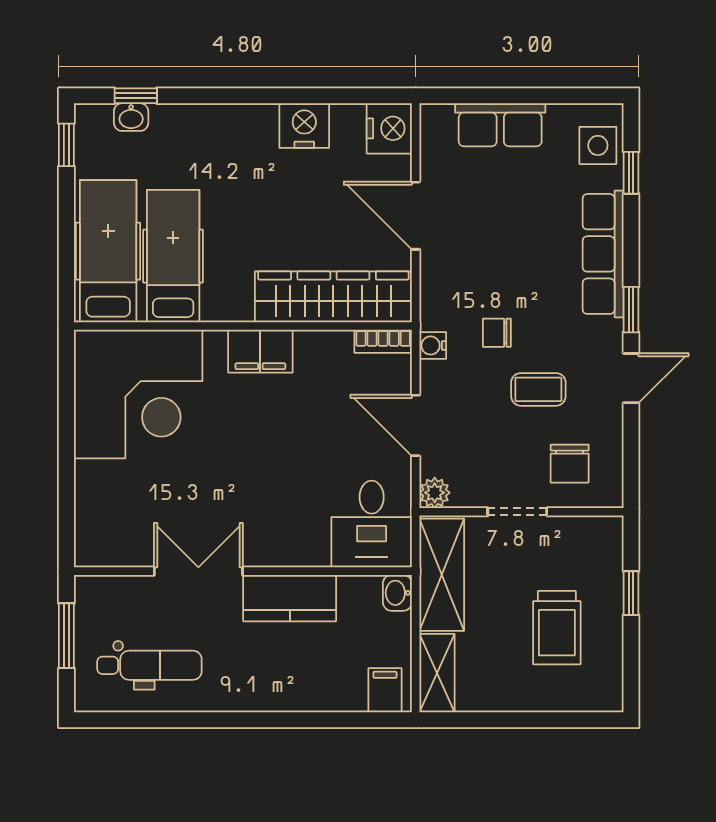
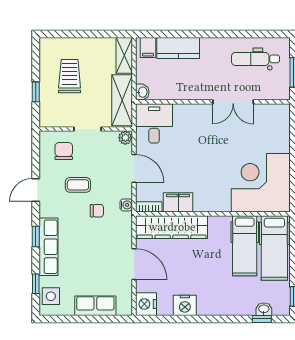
window: (631, 310) -> (36, 236), moved
filing cabinet: (260, 351) -> (178, 202), moved
kitchen counter: (290, 598) -> (178, 48), moved, turned 180

